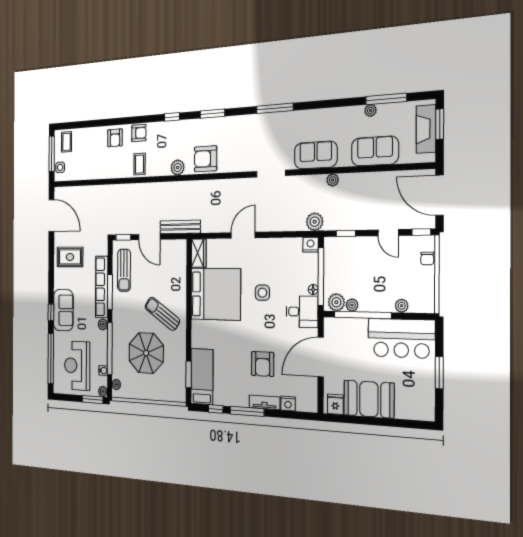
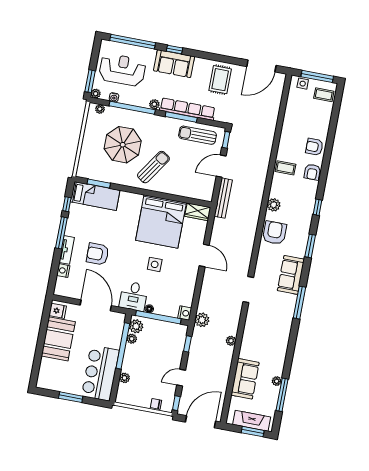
sofa: (316, 155) -> (291, 275), moved, turned 180

